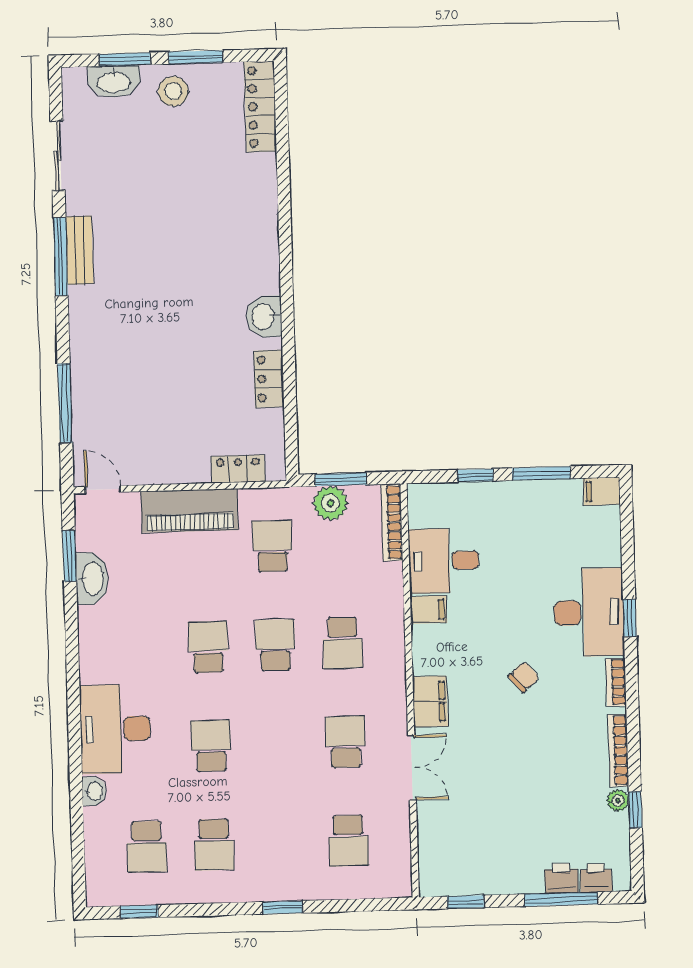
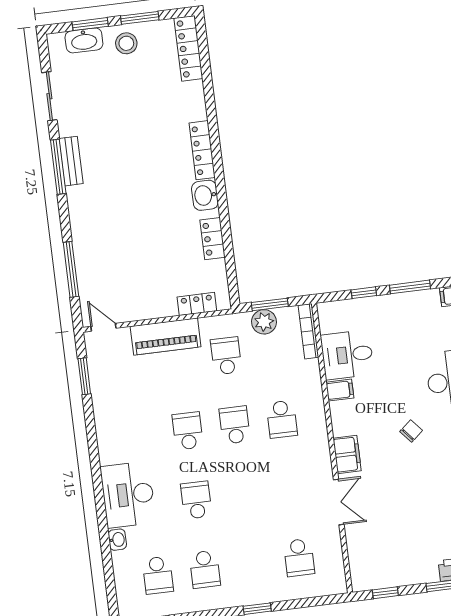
locker: (266, 252) -> (202, 150), added
washbasin: (92, 579) -> (102, 391), removed
school desk: (346, 742) -> (290, 488), removed

